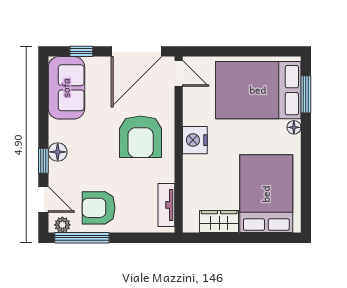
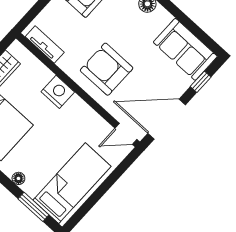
door: (137, 51) -> (167, 119), hinge flipped
bed: (258, 90) -> (72, 183), width x0.67
nightstand: (195, 140) -> (58, 92), moved

